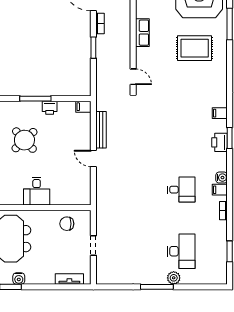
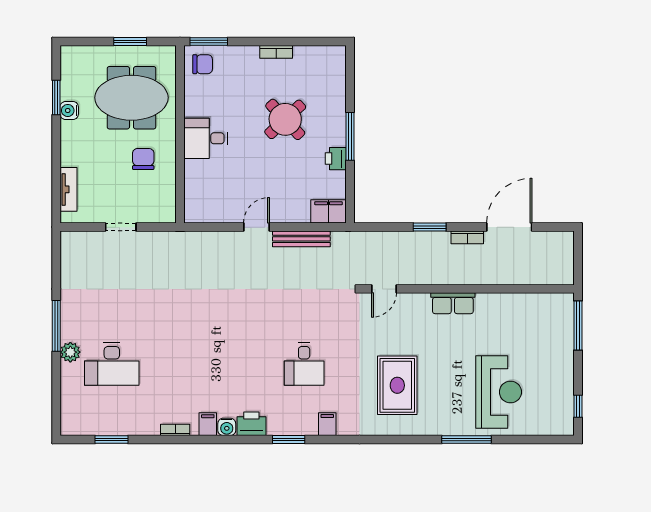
rug: (195, 48) -> (397, 385), moved
filing cabinet: (83, 107) -> (328, 211), width x2.00
printer: (220, 142) -> (251, 424), moved
desk: (181, 190) -> (304, 364), moved
chair: (67, 224) -> (143, 159), moved

